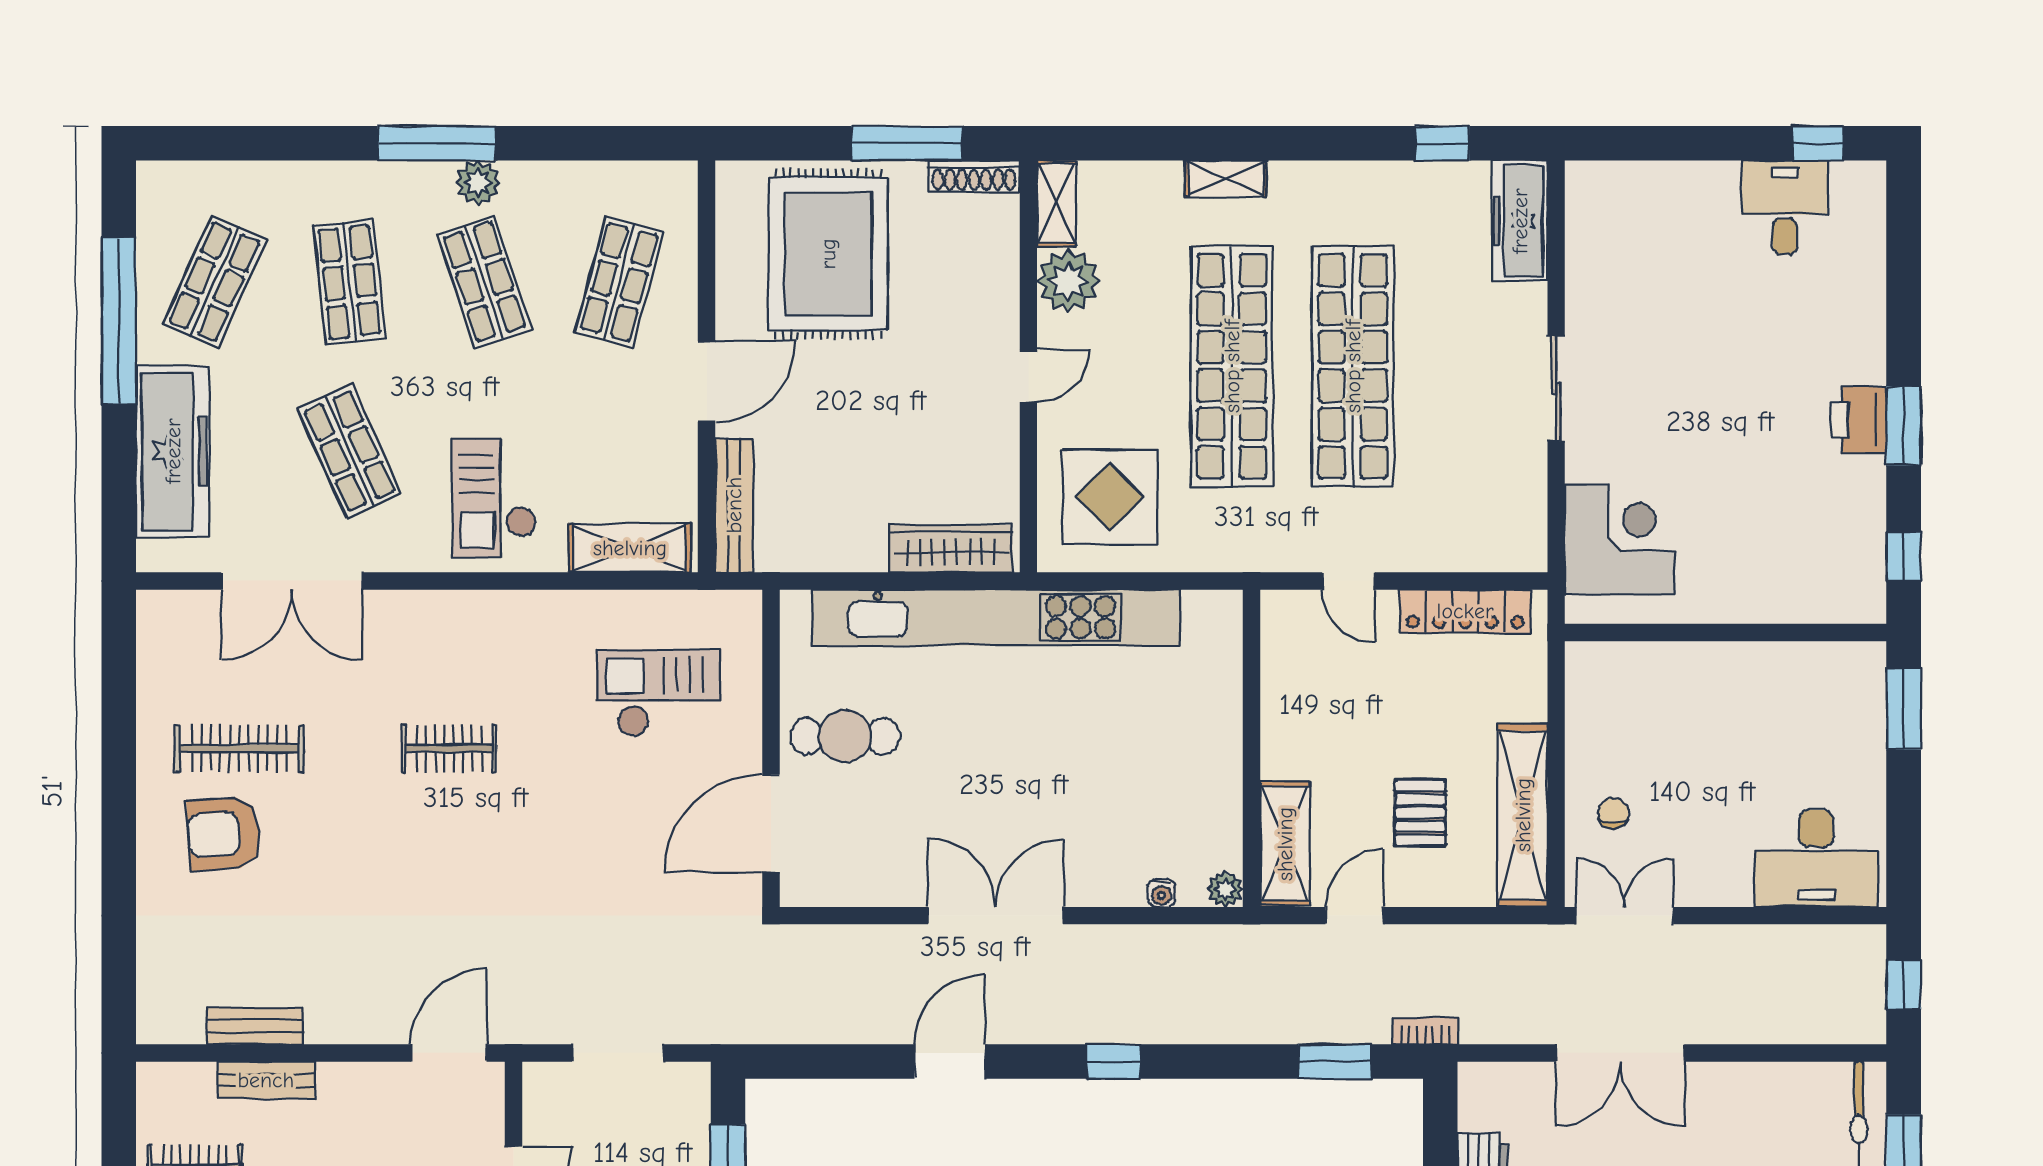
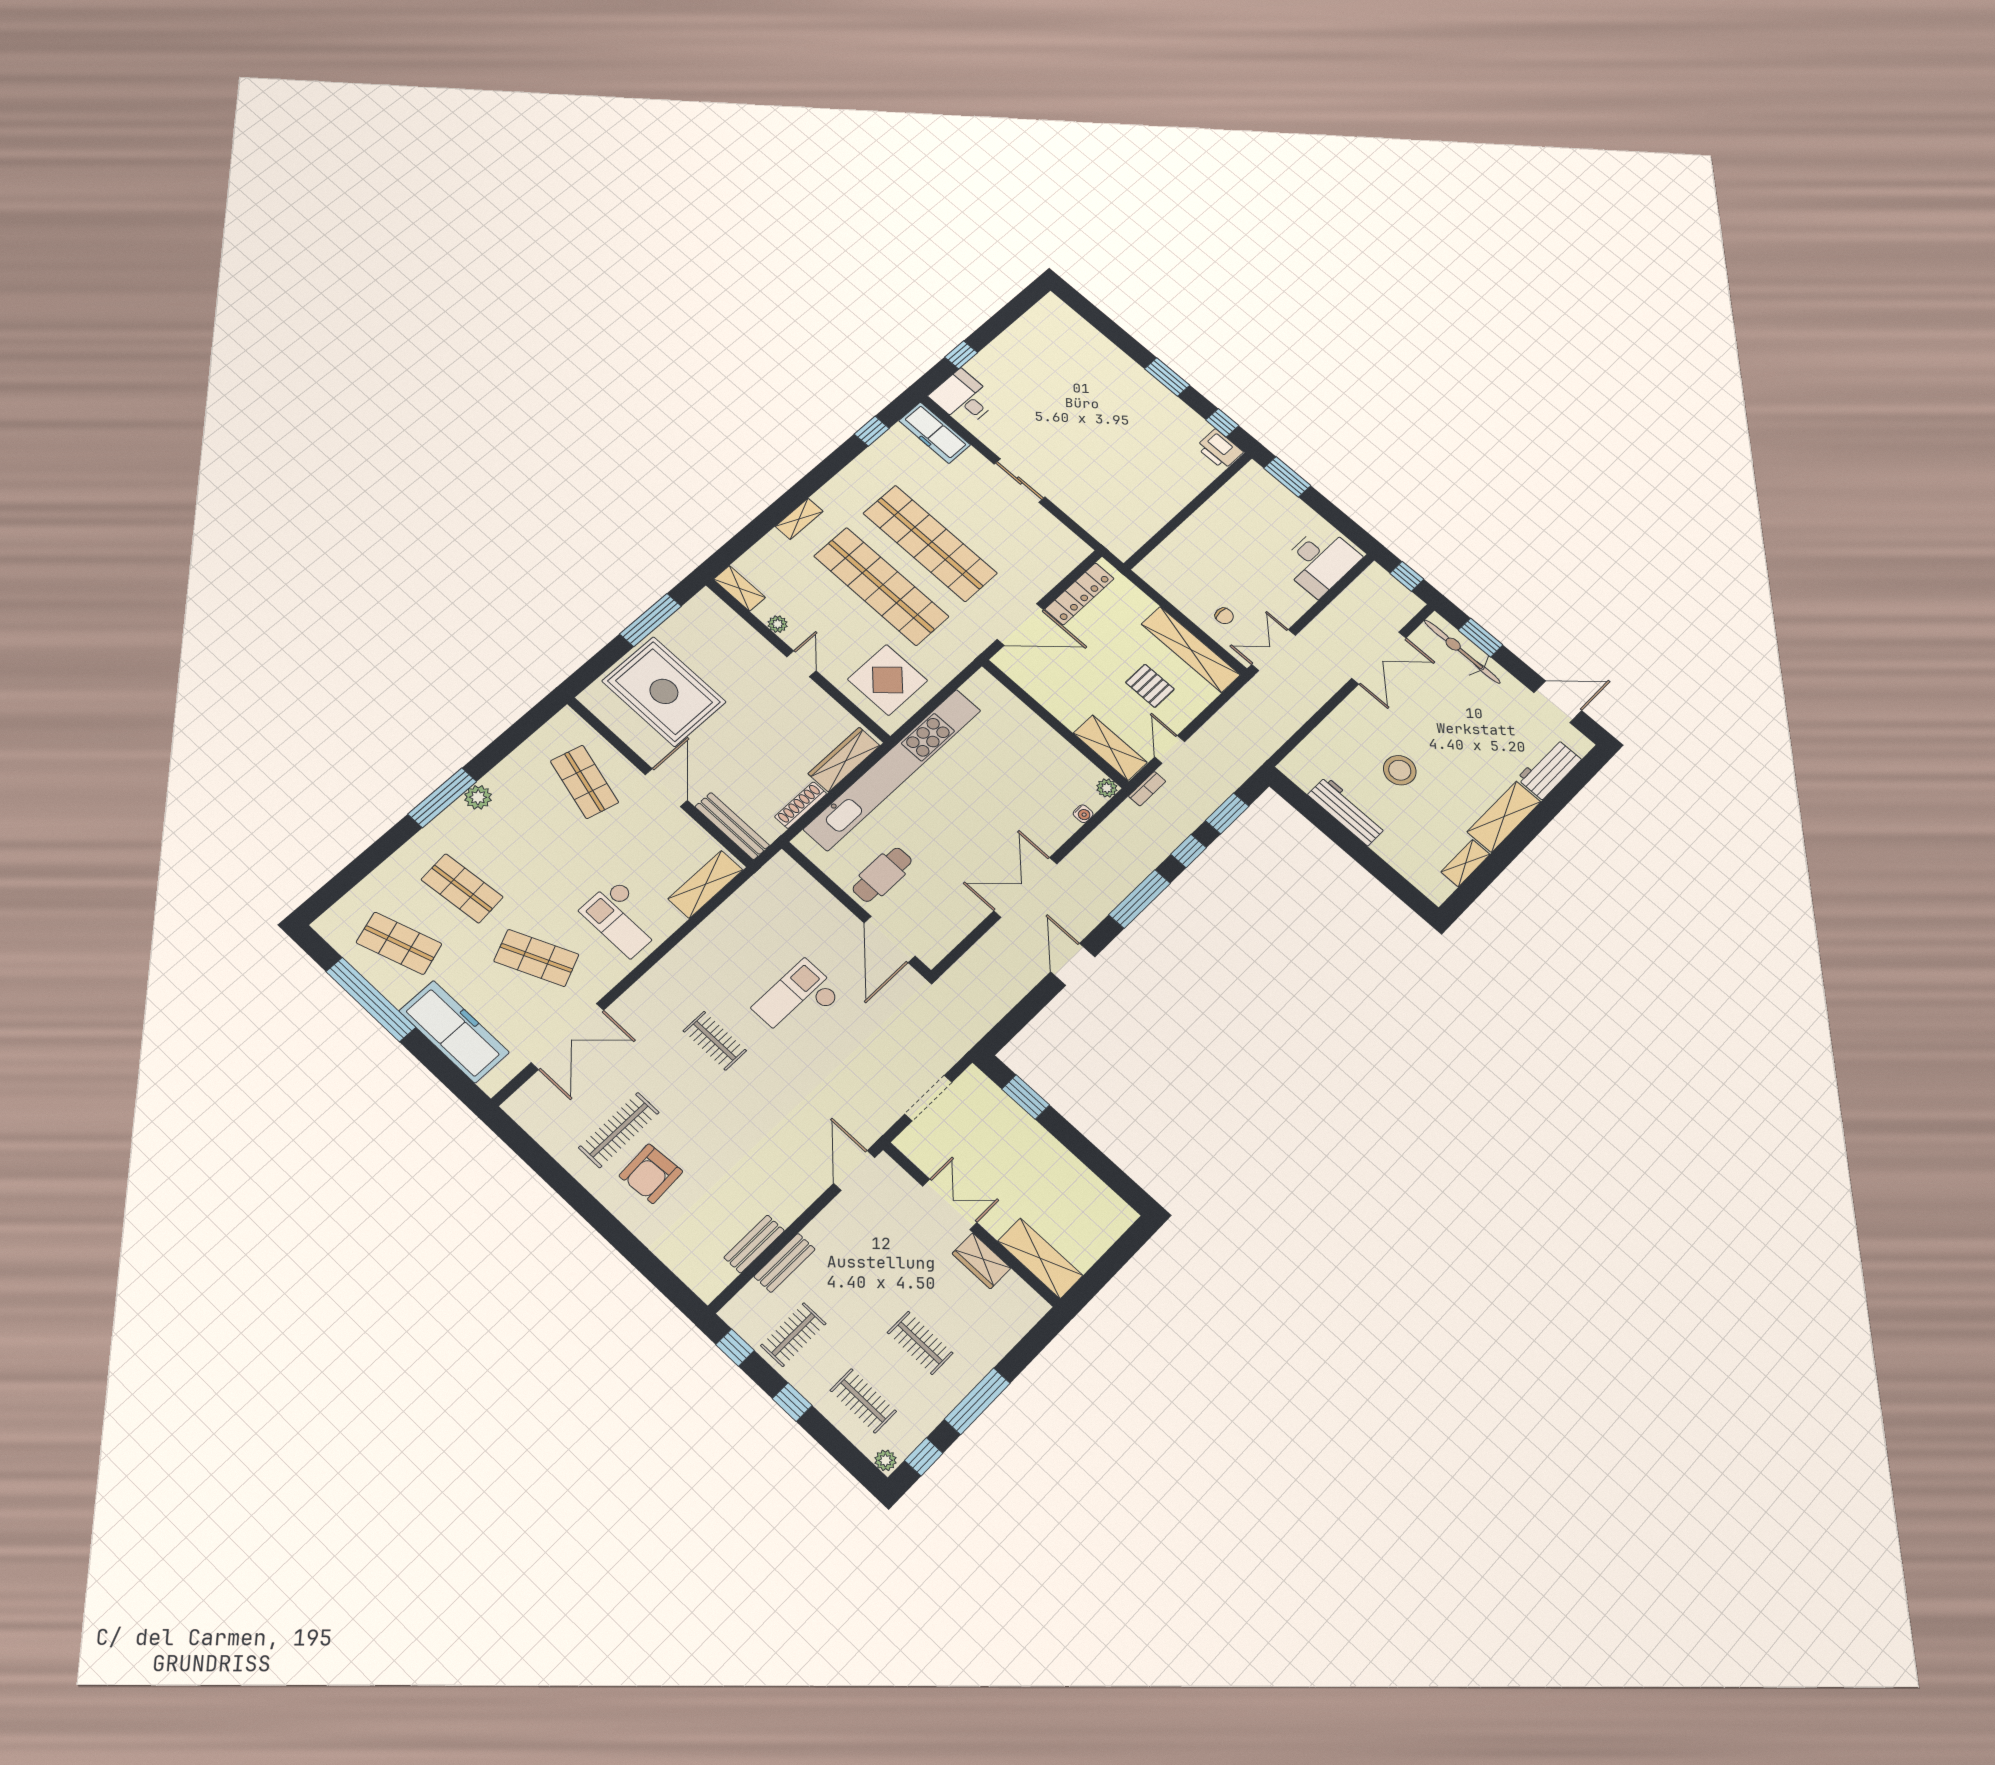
window: (1818, 143) -> (961, 355), moved
shoe rack: (974, 176) -> (801, 805), moved, turned 180
desk: (1785, 207) -> (963, 398), moved
plant: (1068, 281) -> (778, 624), width x0.53, depth x0.53
shop shelf: (214, 282) -> (399, 943), turned -42
shop shelf: (484, 282) -> (524, 835), removed
printer: (1859, 420) -> (1219, 449), moved
corner desk: (1620, 539) -> (1108, 513), removed
door: (1348, 581) -> (1020, 624), width x1.87
checkout: (658, 693) -> (797, 1000), moved
clothes rail: (449, 748) -> (715, 1041), turned 90
chair: (1613, 813) -> (1224, 616), turned 180
bookcase: (1425, 1031) -> (1147, 789), moved, turned 180
double door: (1620, 1053) -> (1379, 658), moved
window: (1114, 1062) -> (1140, 899), width x2.17
window: (1237, 1062) -> (1189, 851), added
window: (119, 1120) -> (735, 1348), added

